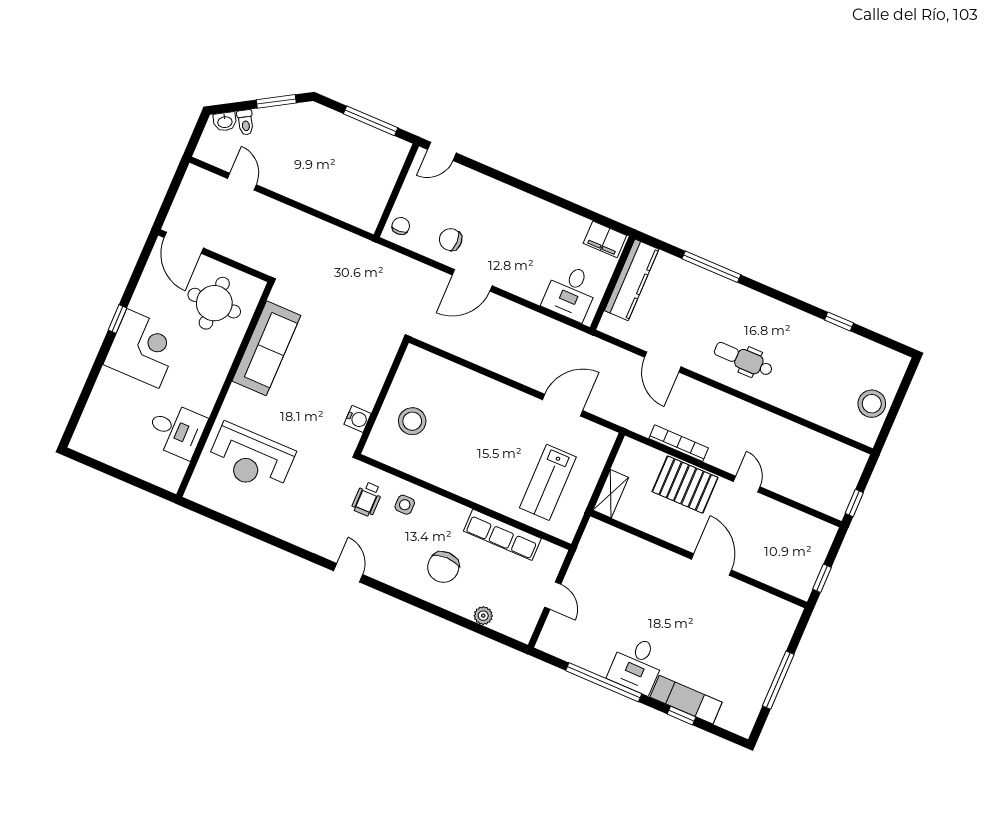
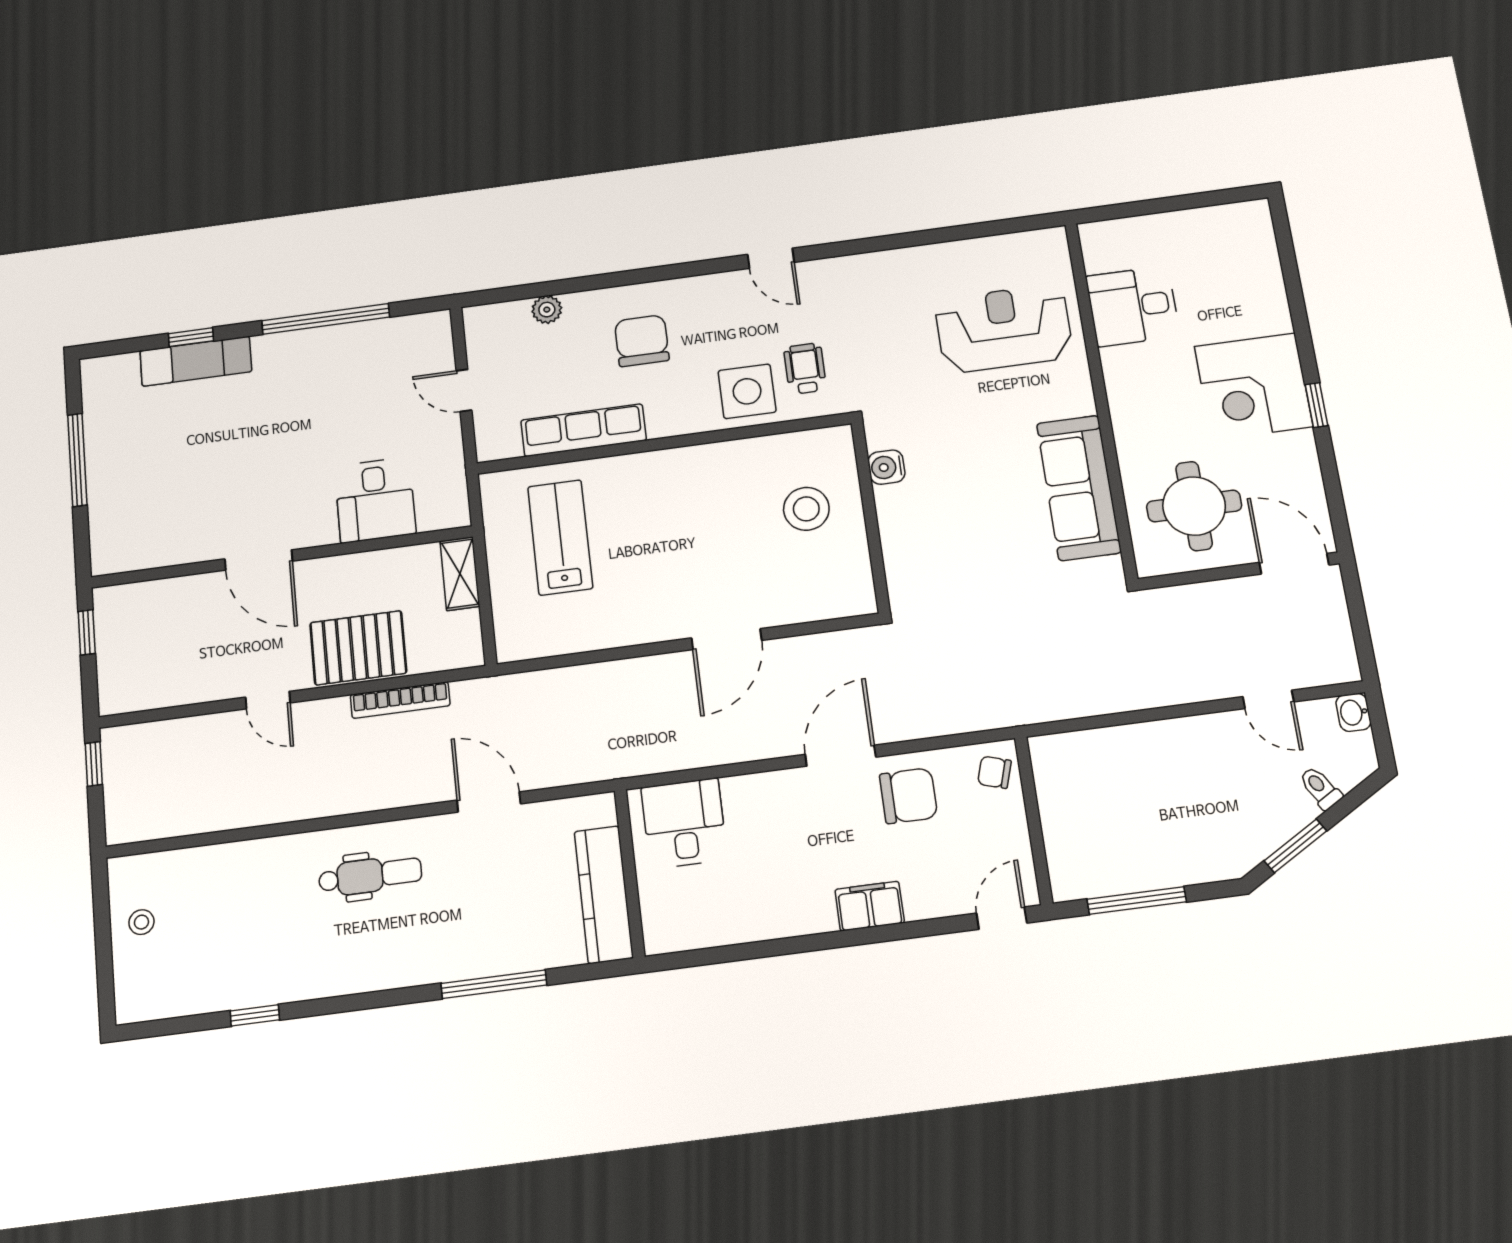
washbasin: (225, 122) -> (1353, 712), moved, turned -59
chair: (401, 226) -> (994, 772), turned 113
filing cabinet: (605, 239) -> (870, 906), moved
chair: (451, 240) -> (909, 796), width x1.37, depth x1.37
stool: (872, 404) -> (141, 922), width x0.53, depth x0.53
door: (563, 405) -> (727, 639), moved
side table: (405, 505) -> (747, 391), width x1.87, depth x1.87
desk: (637, 665) -> (375, 500), moved, turned 180

